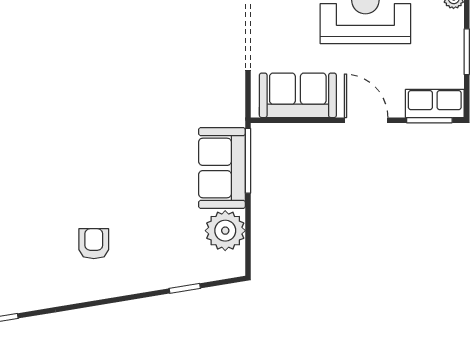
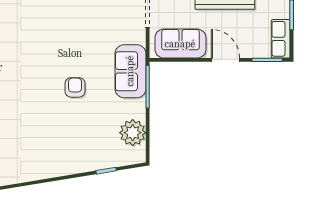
row of seats: (435, 104) -> (281, 39), moved, turned -90
sofa: (222, 168) -> (130, 71), moved
armchair: (94, 244) -> (75, 87), moved

